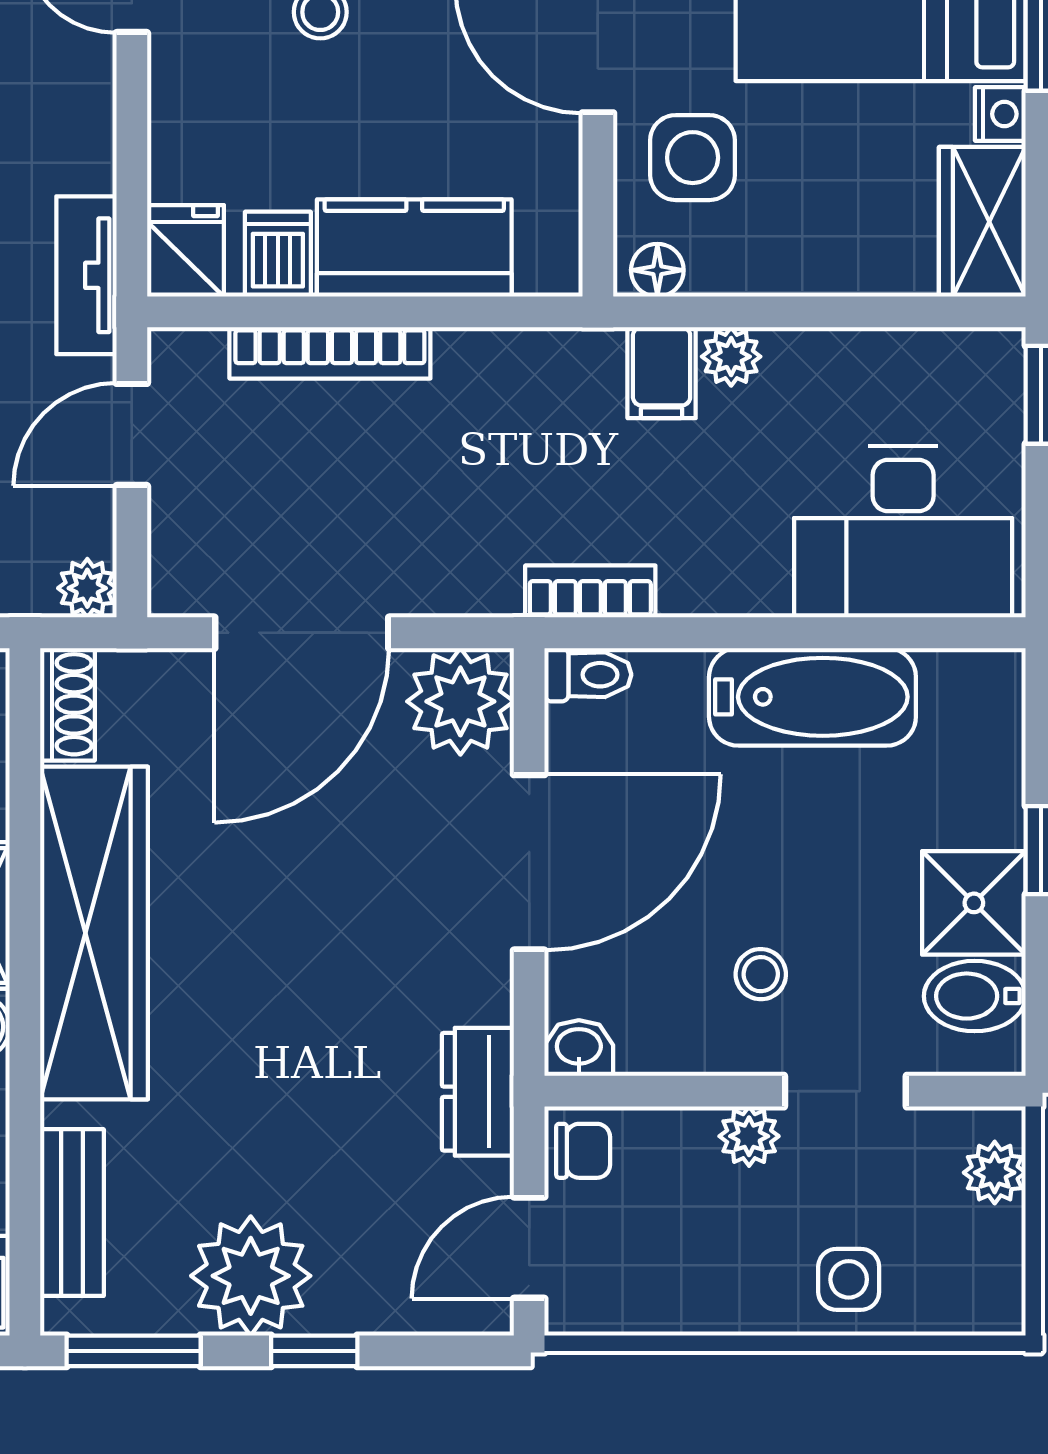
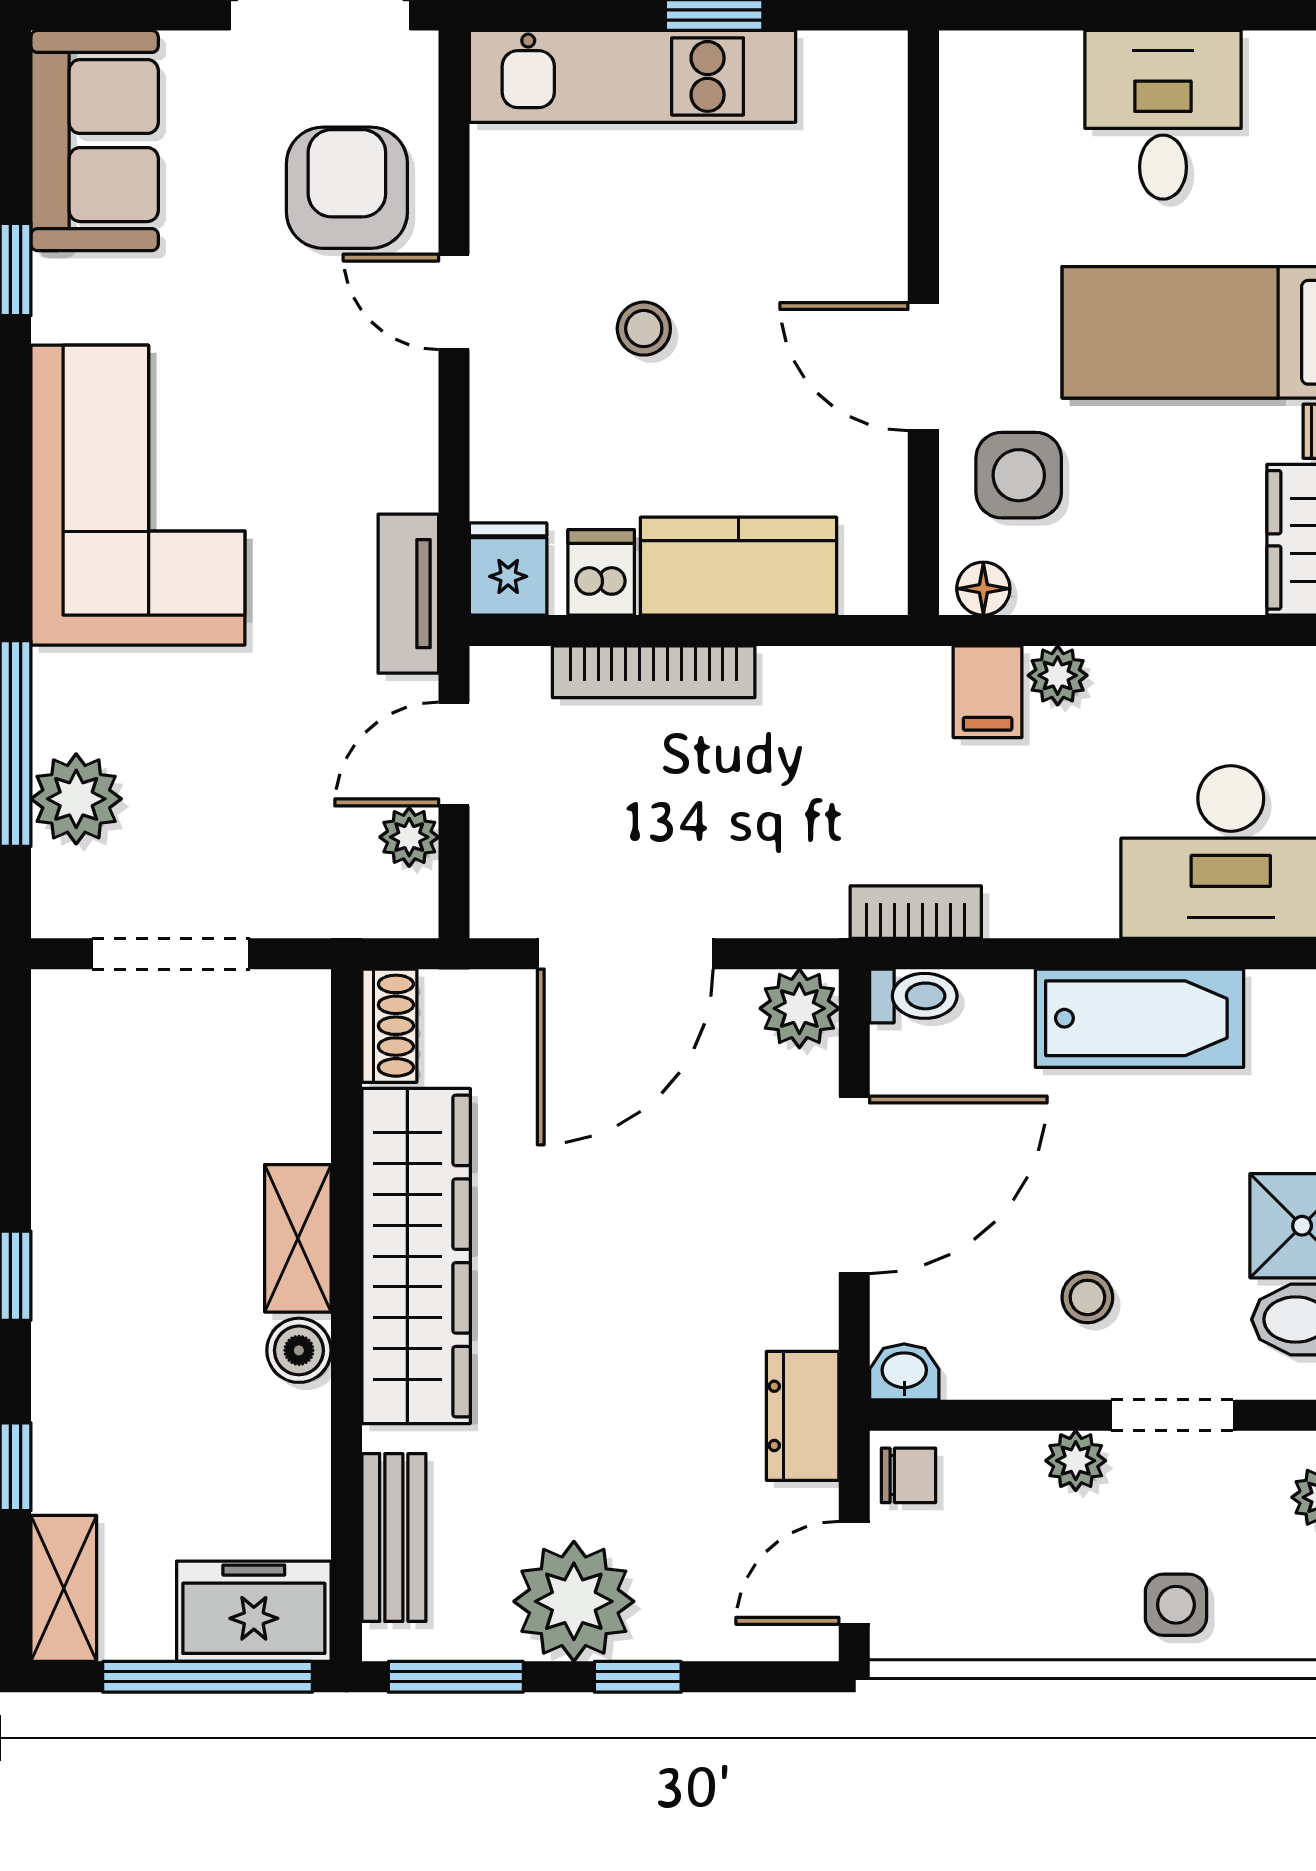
plant: (87, 588) -> (409, 837), moved
plant: (460, 701) -> (799, 1008), width x0.73, depth x0.73

